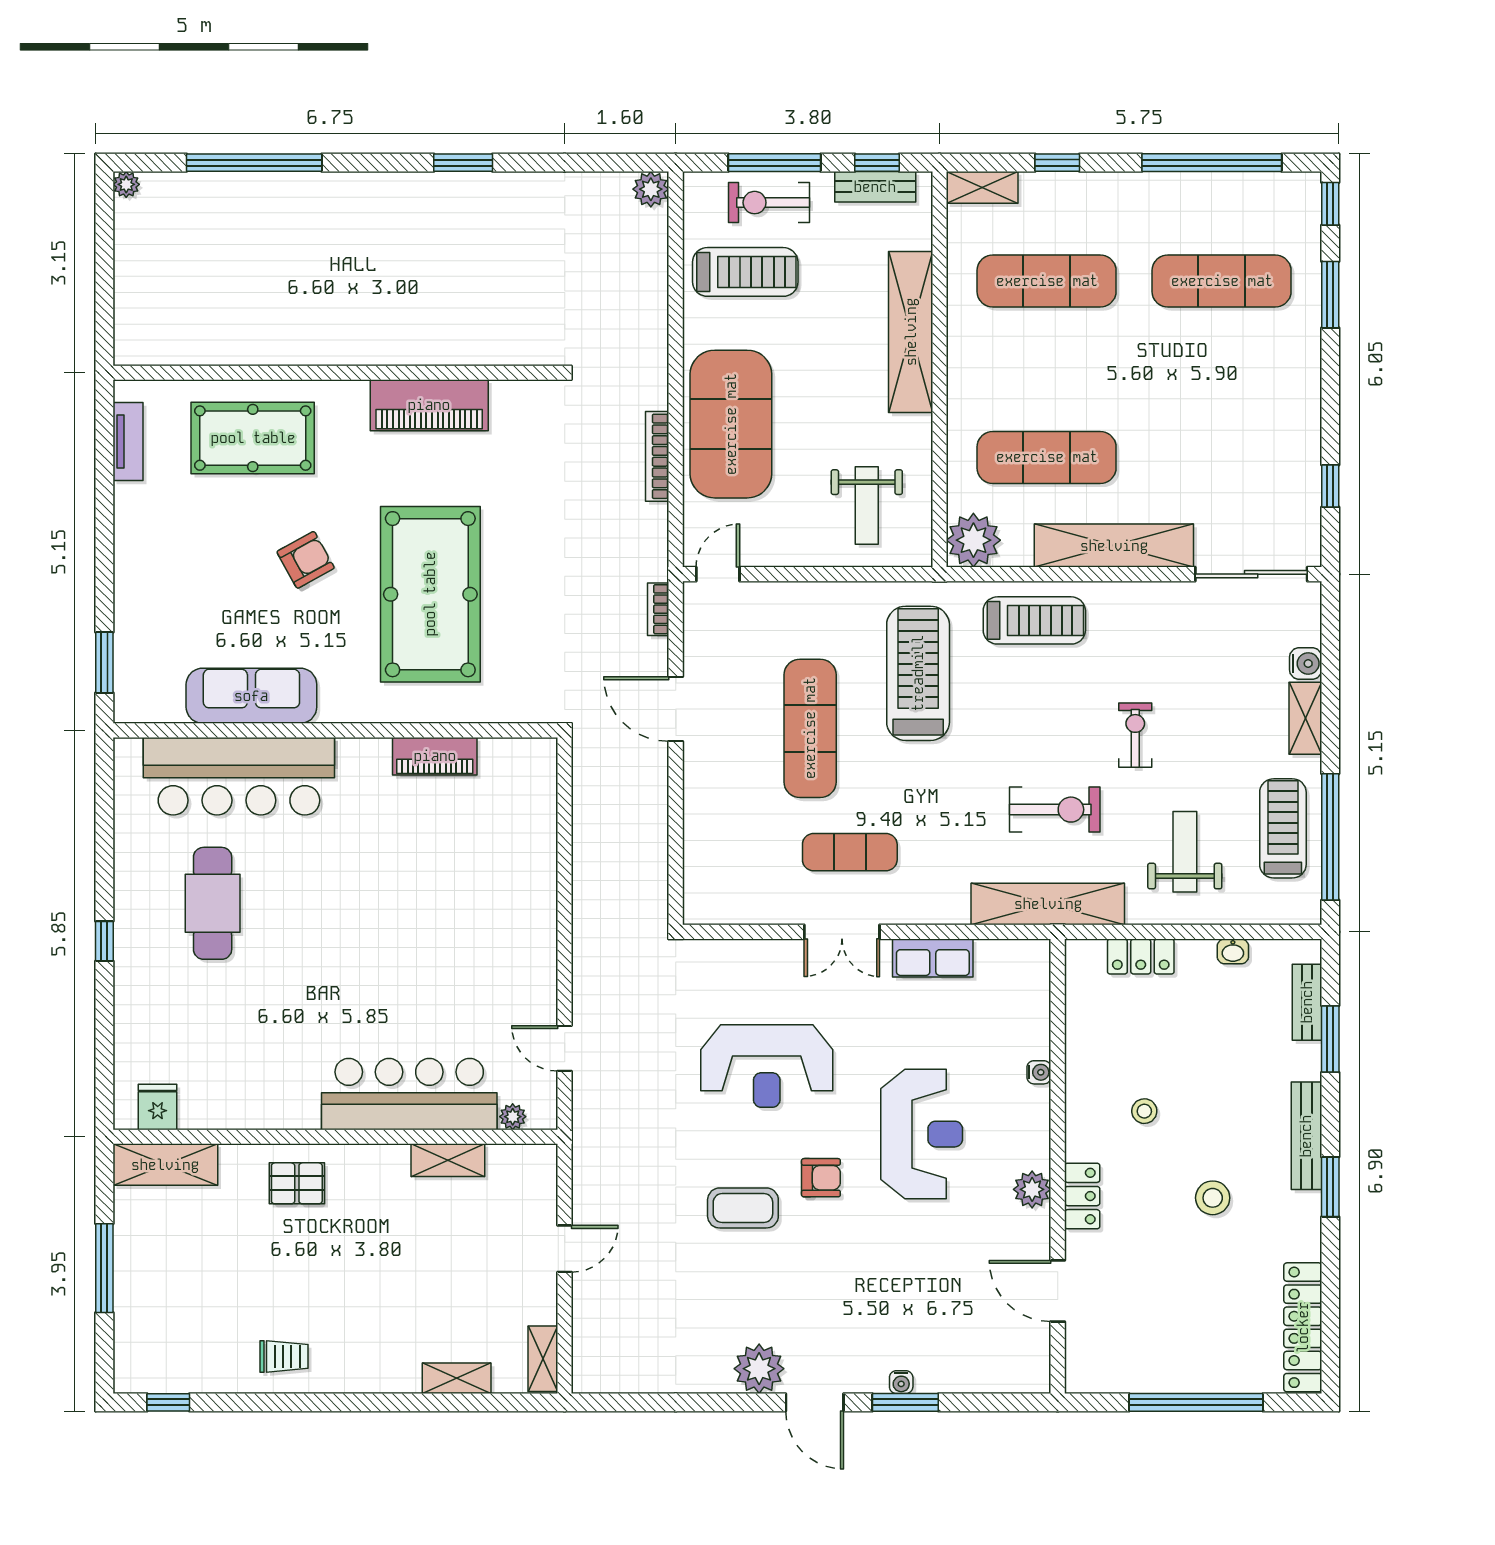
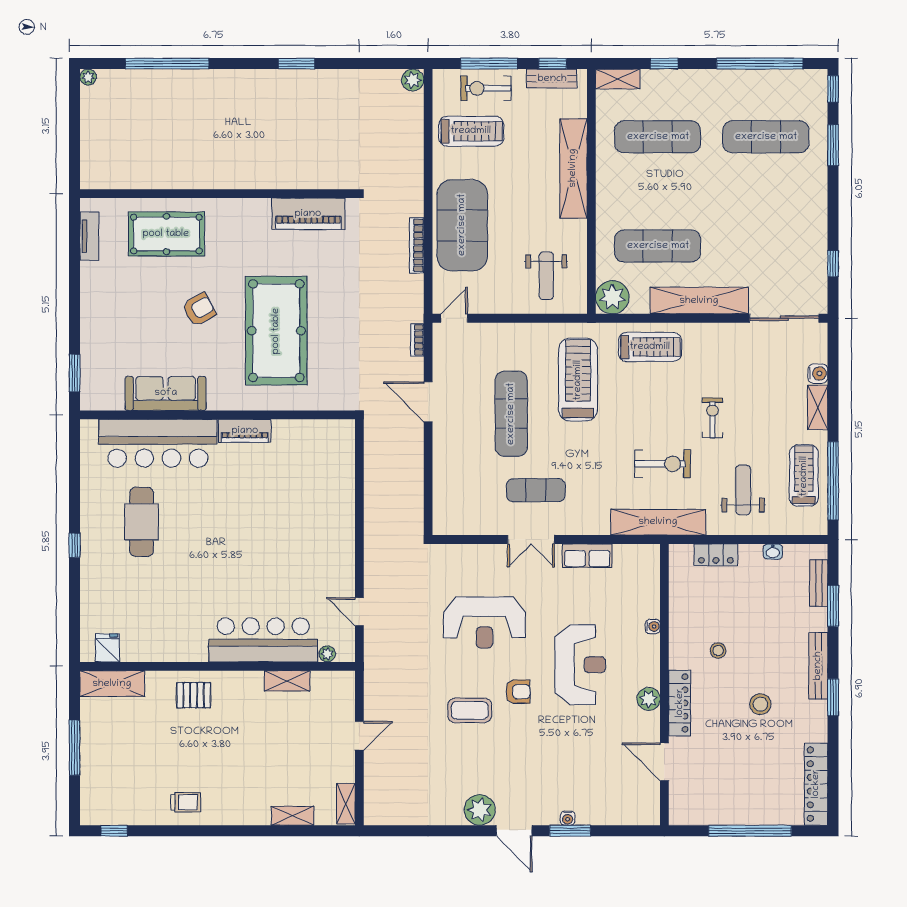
piano: (429, 405) -> (308, 214), moved
piano: (435, 756) -> (245, 431), moved
locker: (1082, 1196) -> (680, 703), width x1.53

